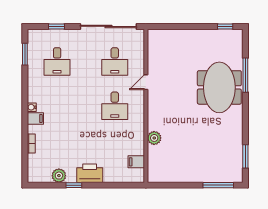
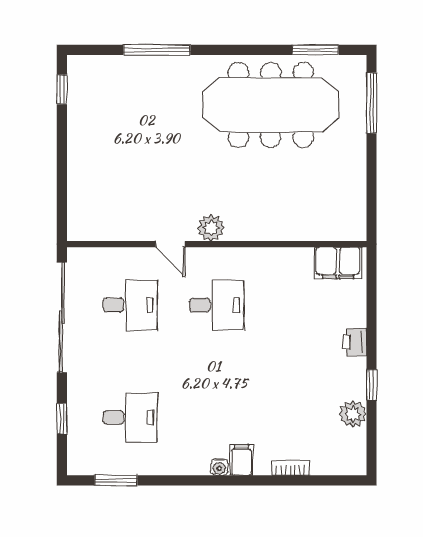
meeting table: (219, 87) -> (271, 105), moved, width x1.36
plant: (154, 138) -> (211, 228), moved
filing cabinet: (136, 162) -> (338, 263), width x2.00
printer: (90, 173) -> (354, 342), width x0.53, depth x0.68

